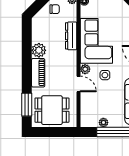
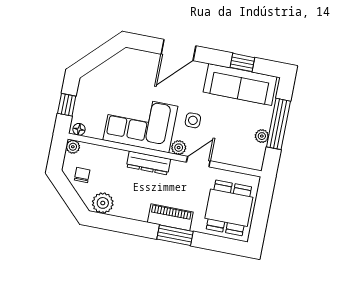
dresser: (71, 36) -> (148, 163), moved
plant: (39, 50) -> (103, 203), moved
window: (27, 105) -> (175, 235), moved

